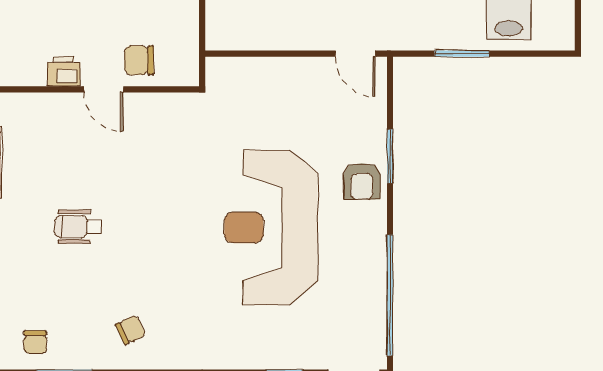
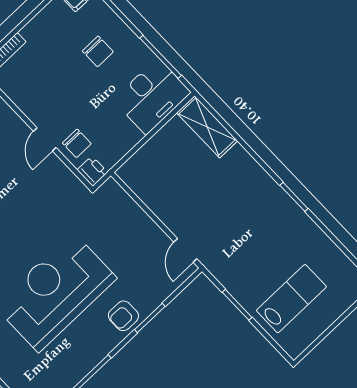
chair: (139, 60) -> (77, 143), turned 180
printer: (64, 71) -> (92, 171), moved

